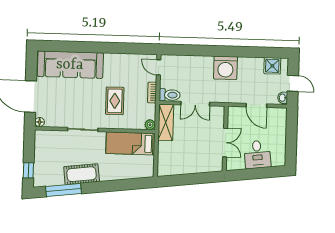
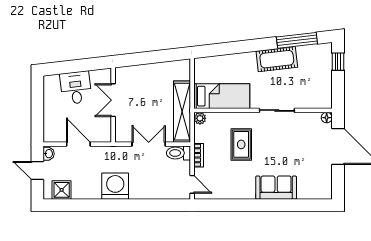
sofa: (70, 65) -> (276, 188), width x0.54, depth x0.79
shelving: (166, 122) -> (182, 112), width x1.47

